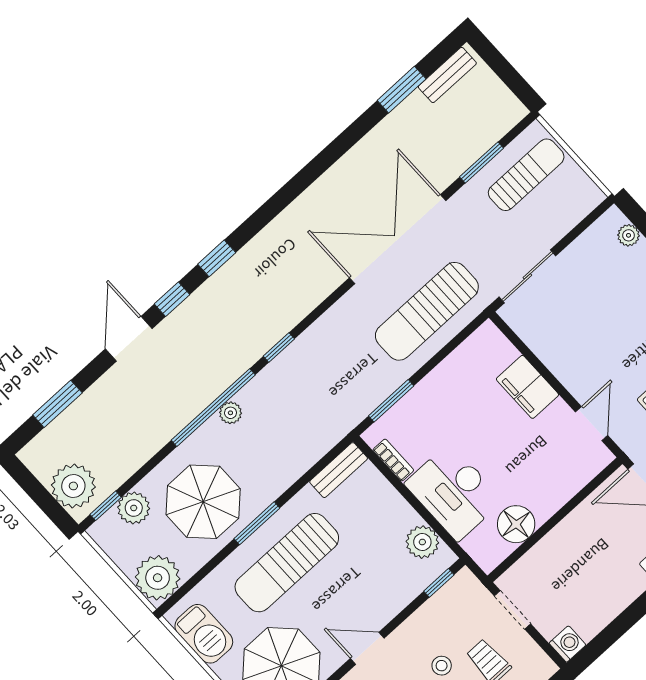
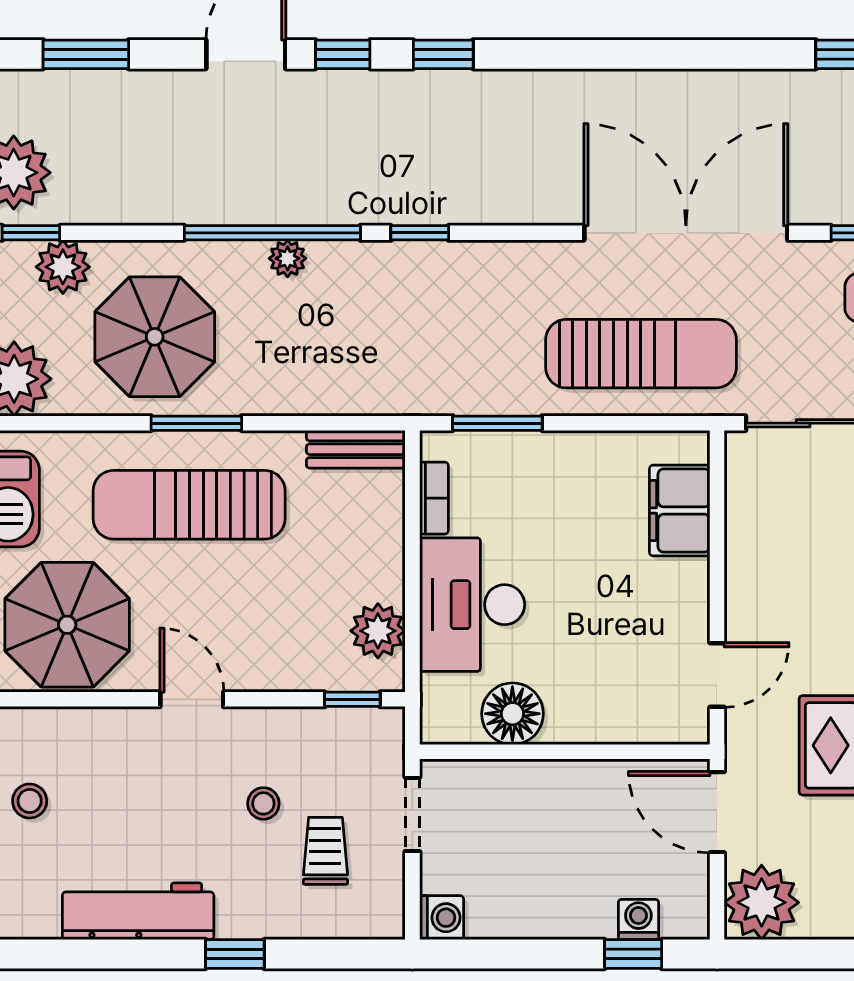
sun lounger: (427, 311) -> (641, 354), turned 180
filing cabinet: (527, 387) -> (680, 511), moved

